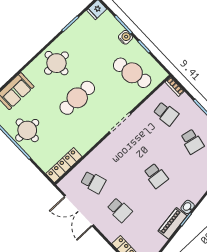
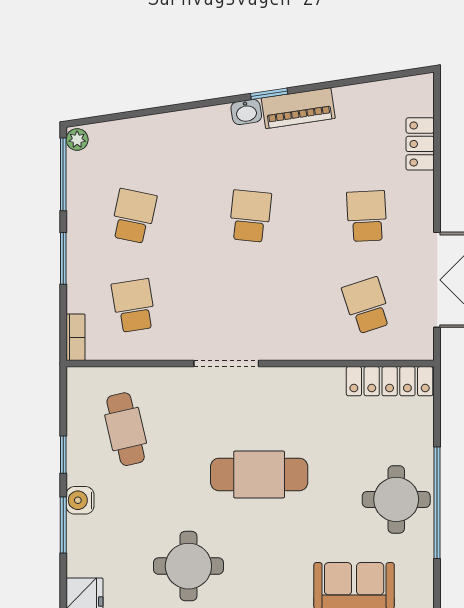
round table: (56, 63) -> (188, 566), moved
cafe table: (132, 73) -> (126, 429), width x0.73, depth x0.74

